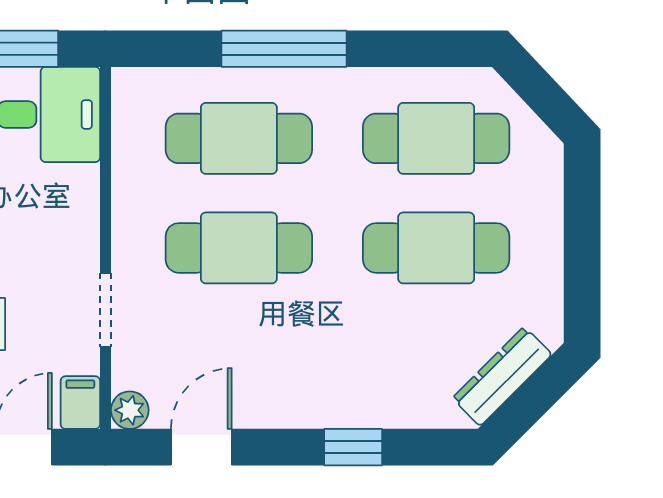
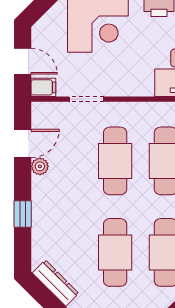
plant: (130, 410) -> (40, 166), moved
door: (201, 447) -> (23, 143), hinge flipped

